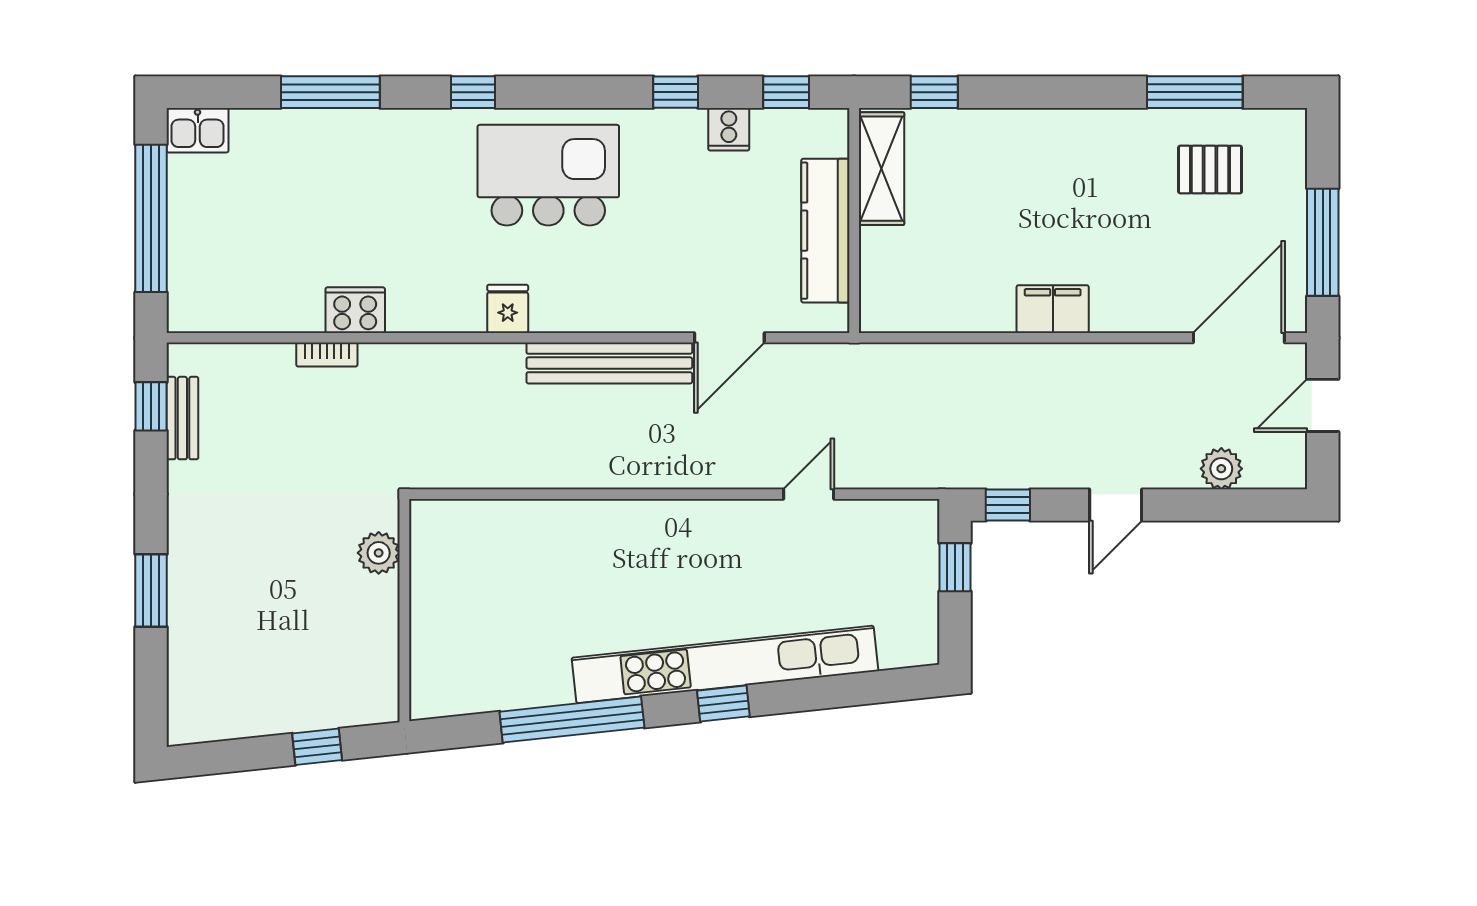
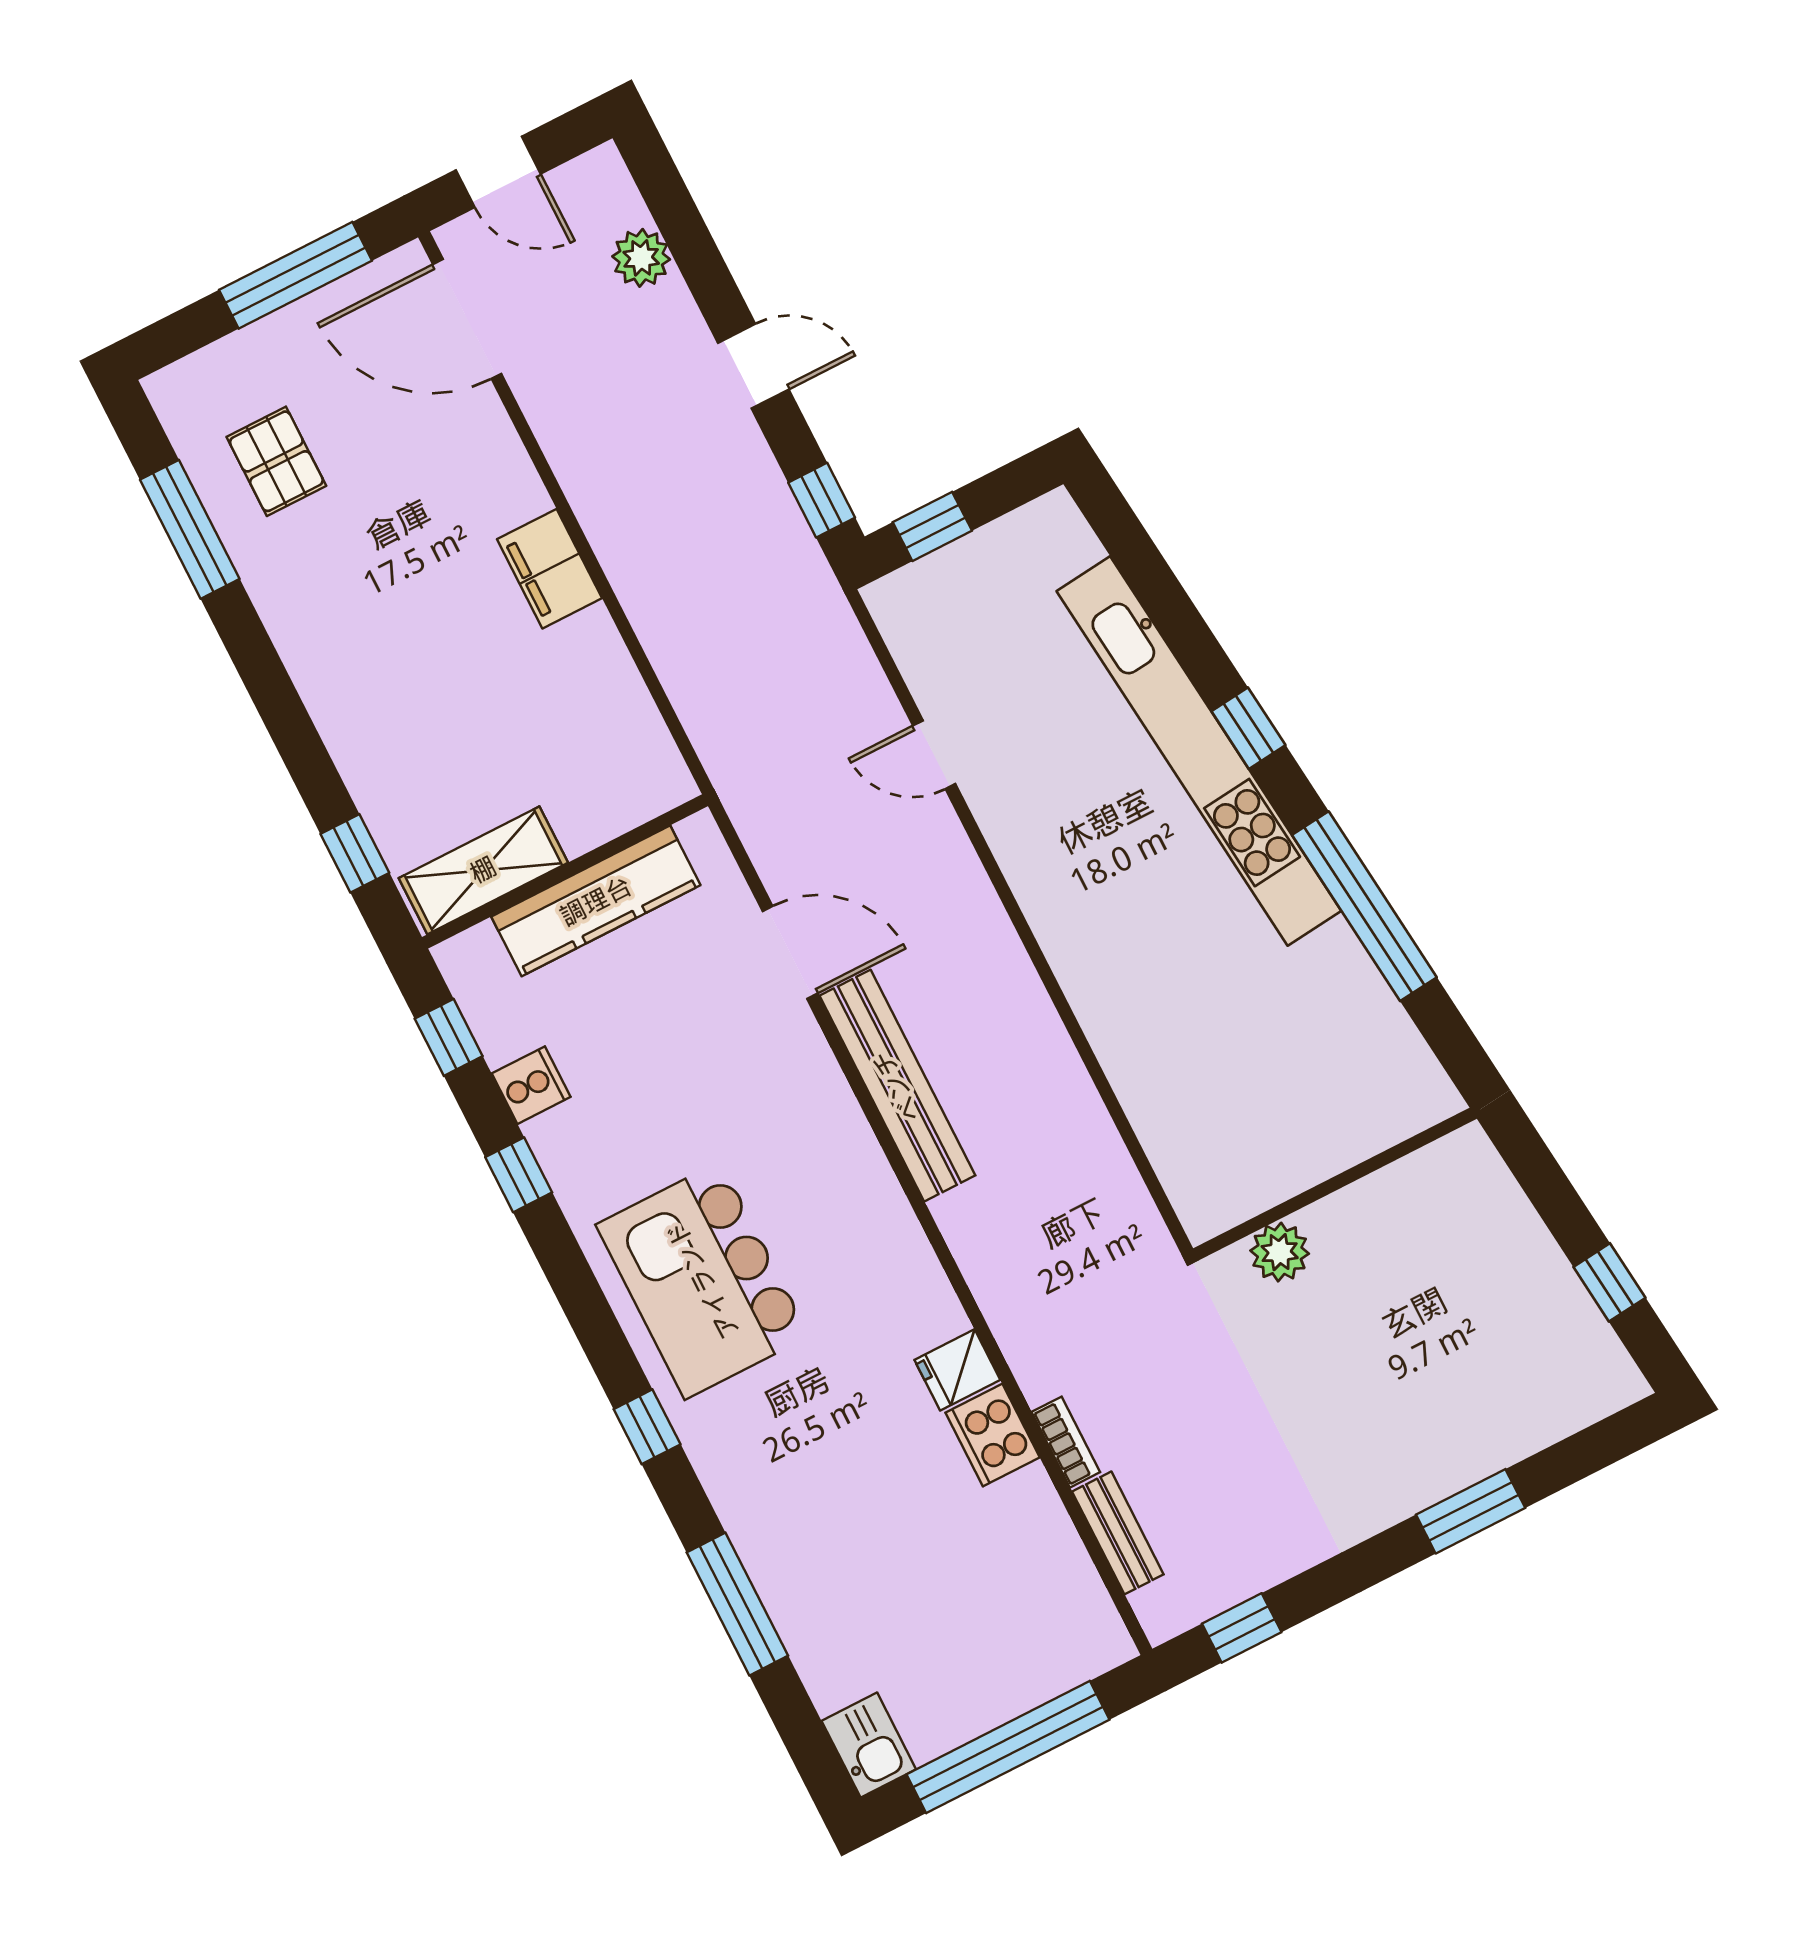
fridge: (508, 309) -> (957, 1370), moved
bench: (182, 418) -> (1118, 1533), moved, turned 90
window: (317, 747) -> (1609, 1282), moved

